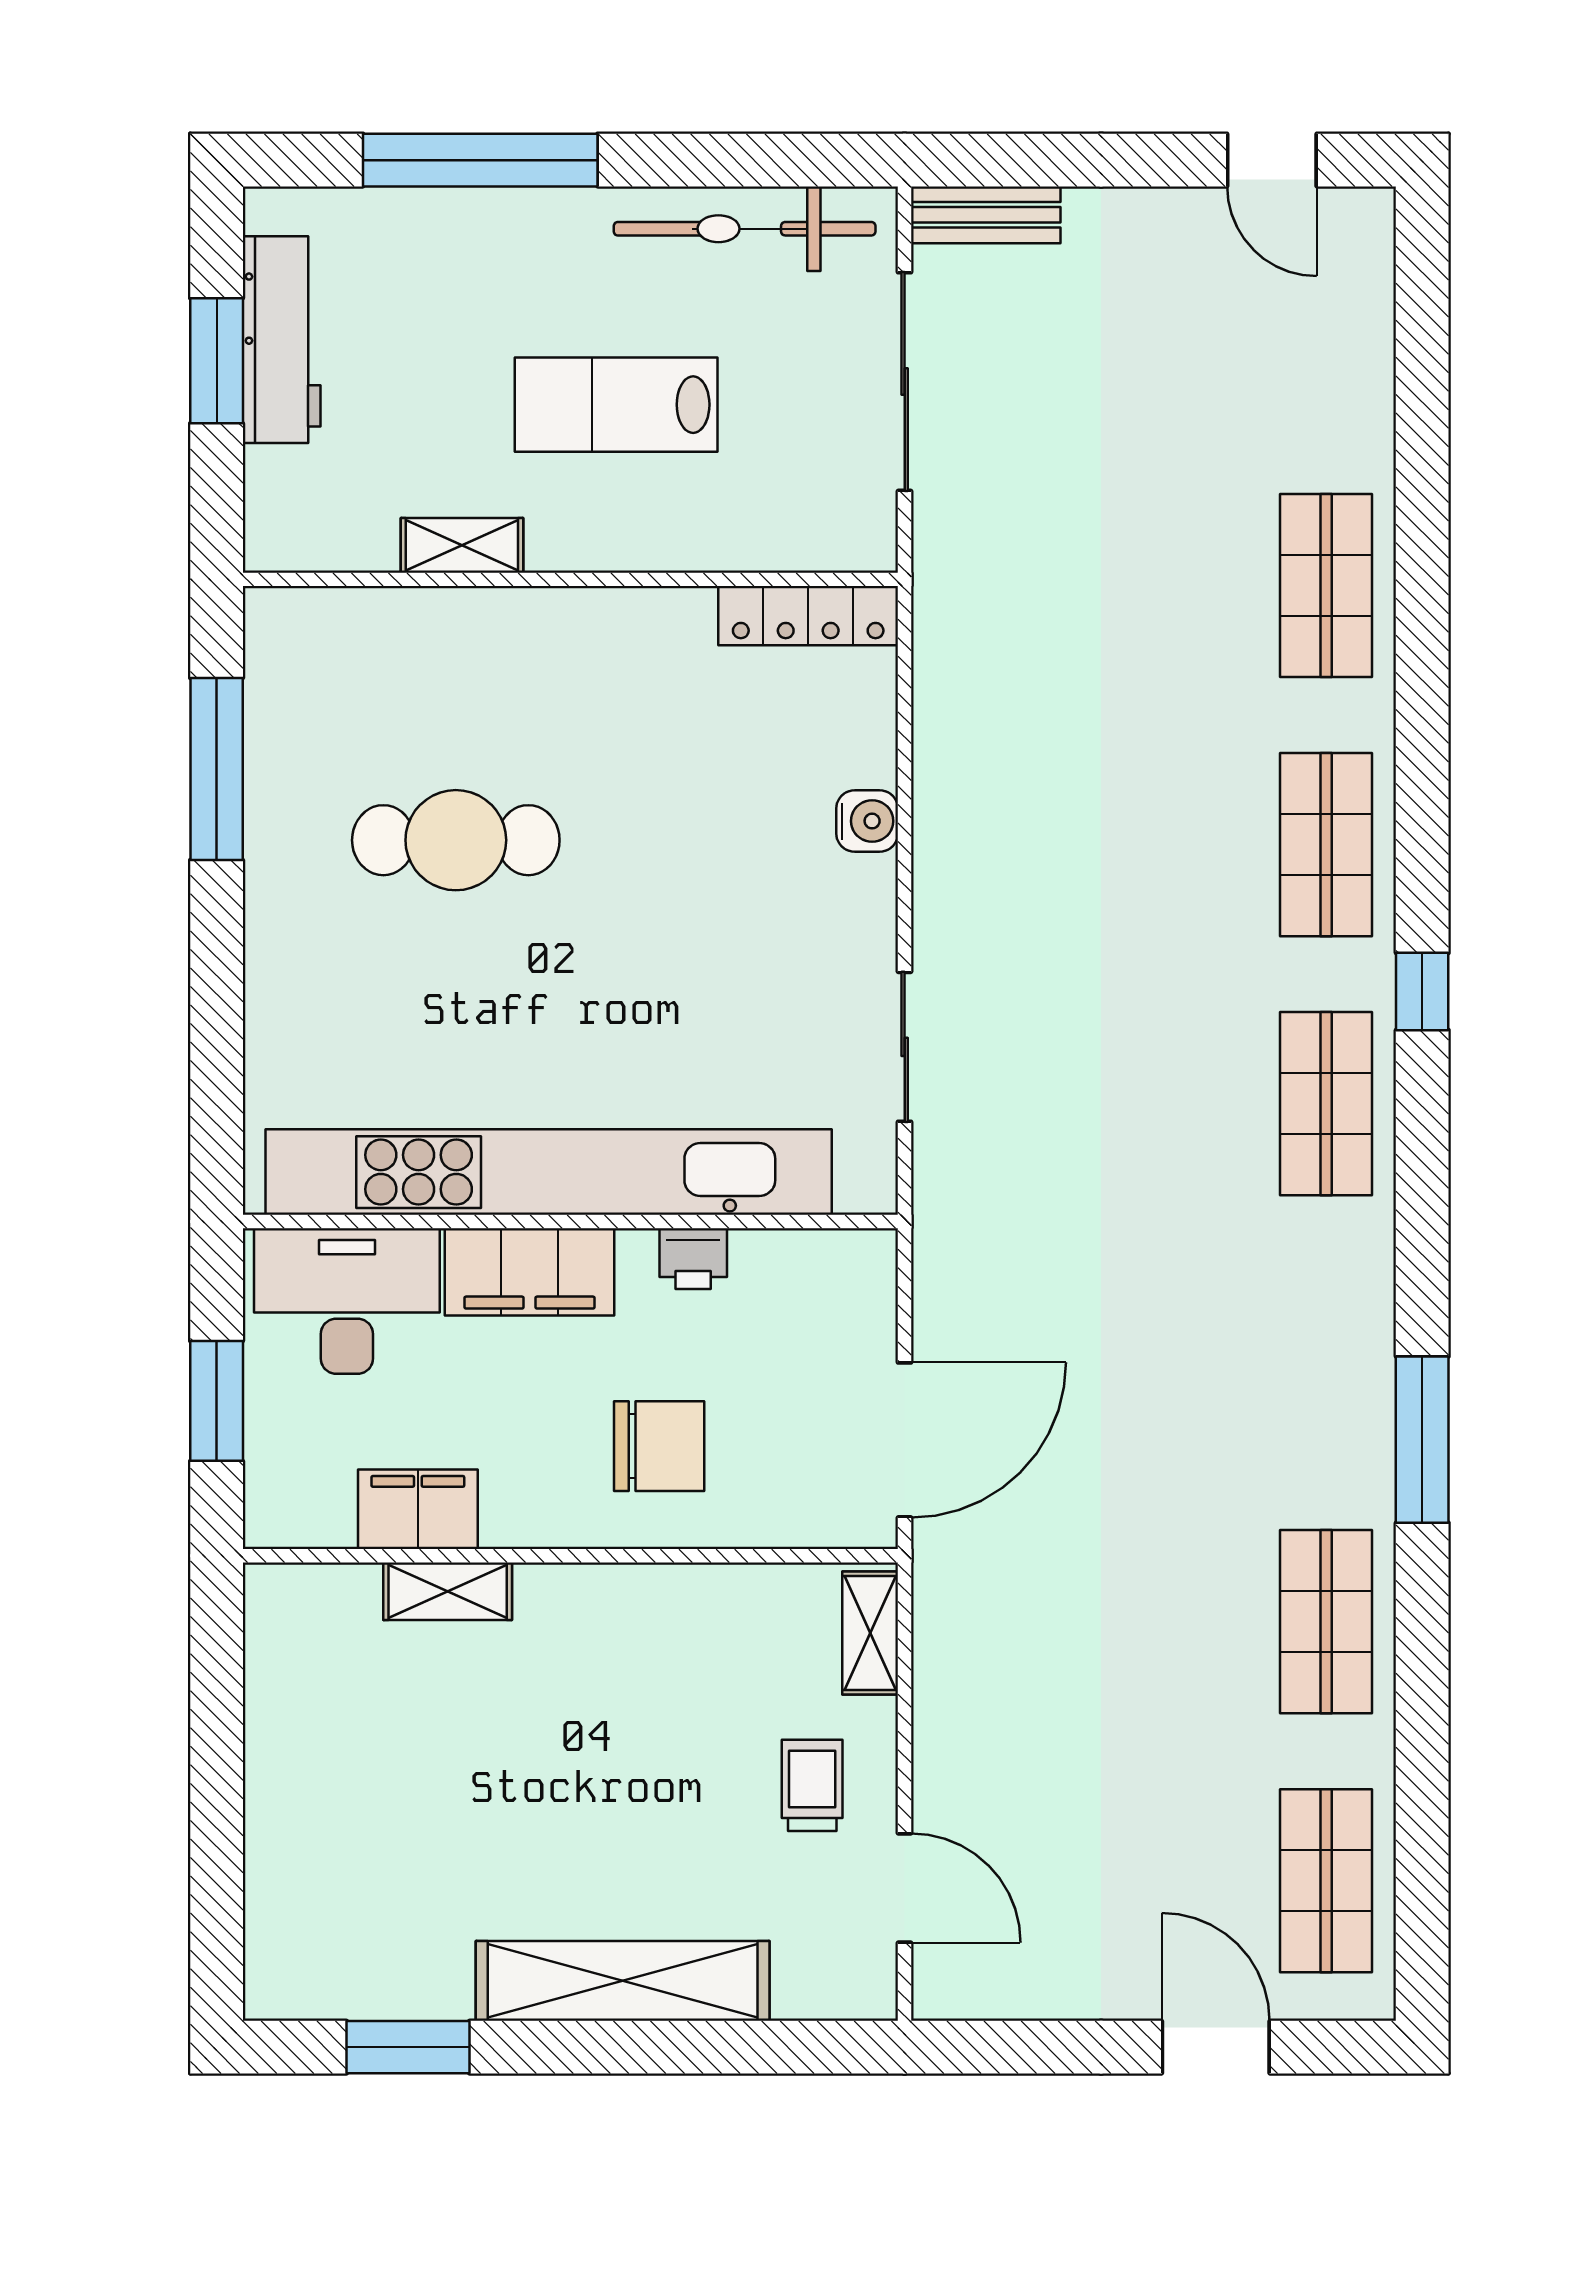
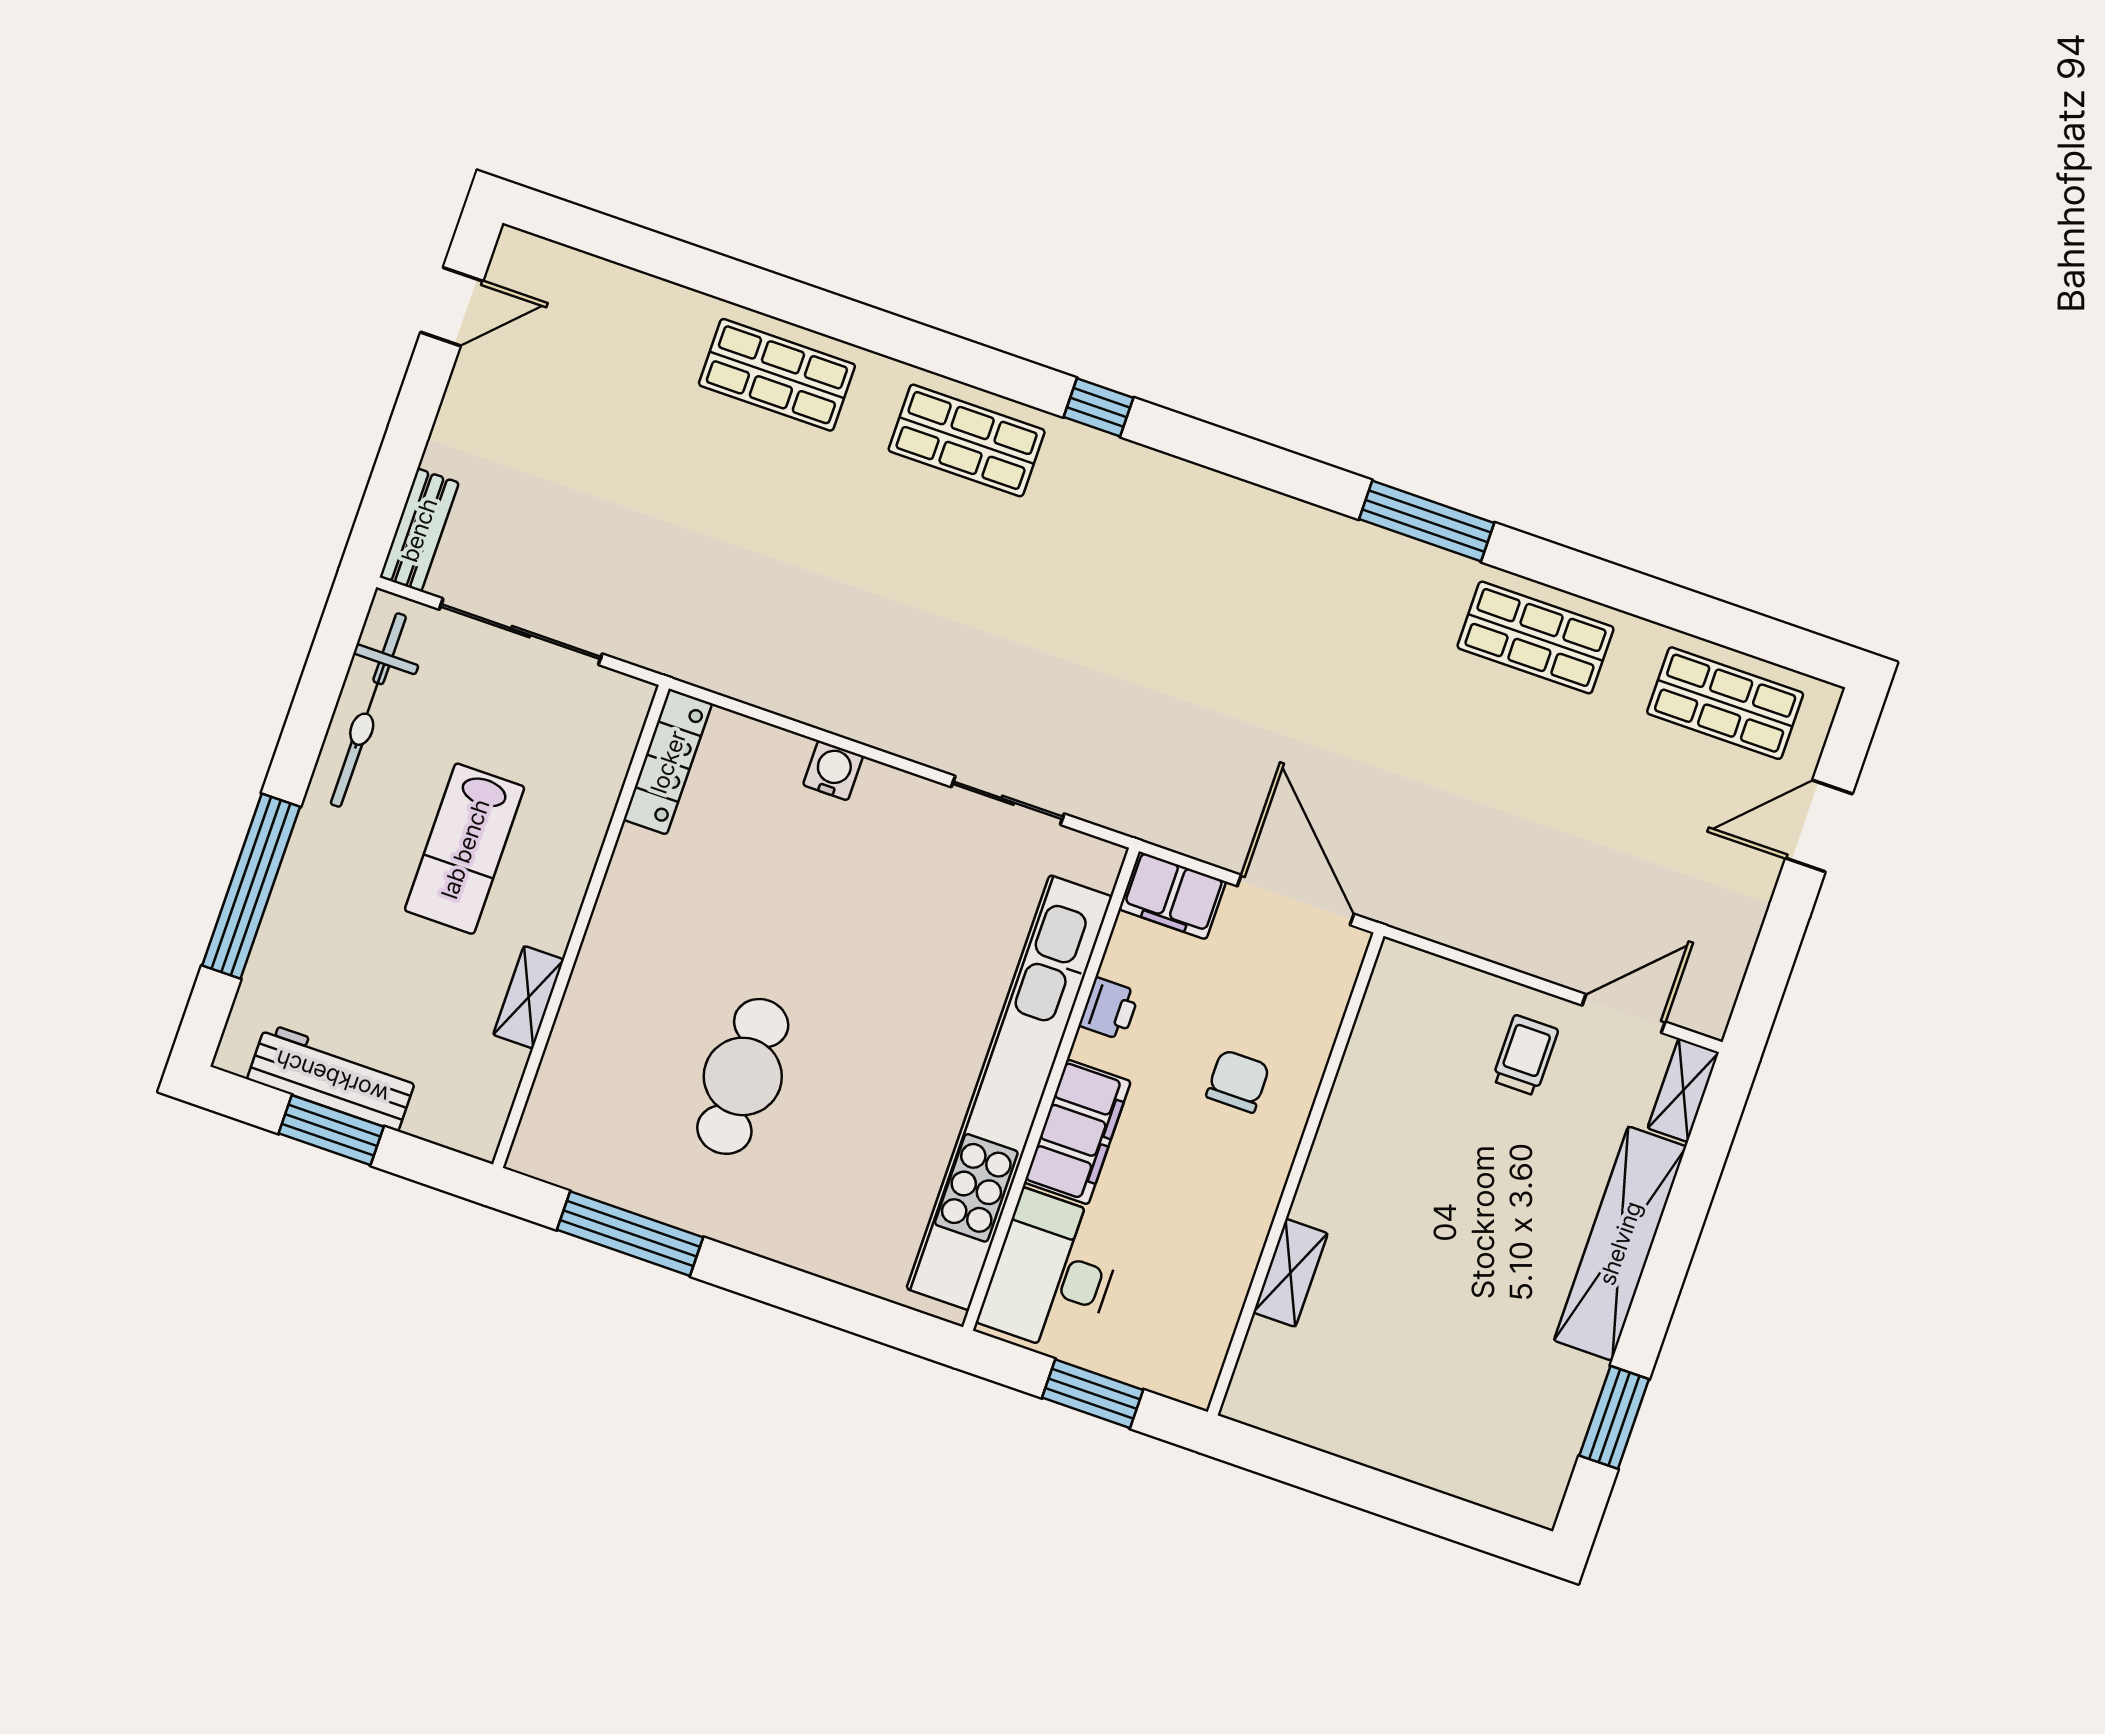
shop shelf: (1326, 1104) -> (1156, 506), removed
chair: (659, 1446) -> (1238, 1081), width x0.73, depth x0.73
filing cabinet: (418, 1509) -> (1172, 895), moved, turned -90
shelving: (870, 1633) -> (1683, 1090), moved, turned 90
trolley: (812, 1785) -> (1525, 1055), turned 90

